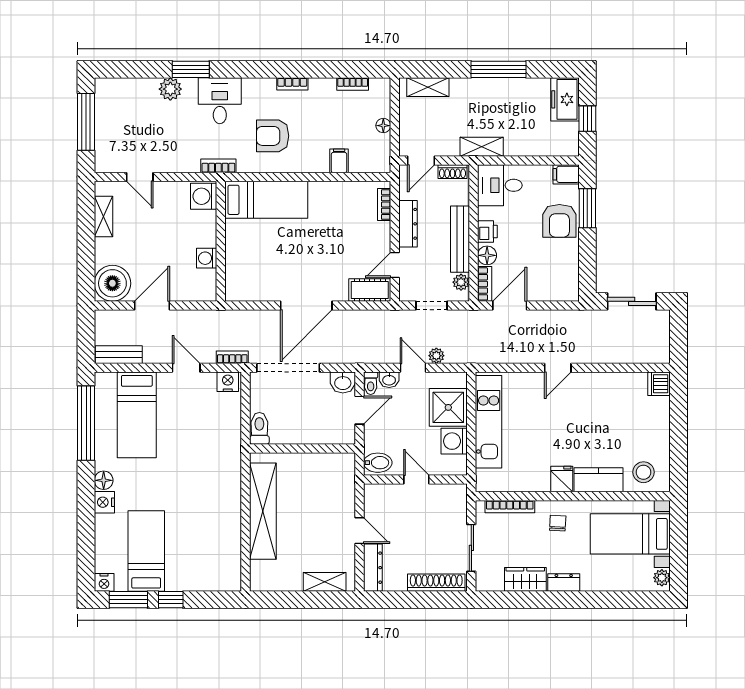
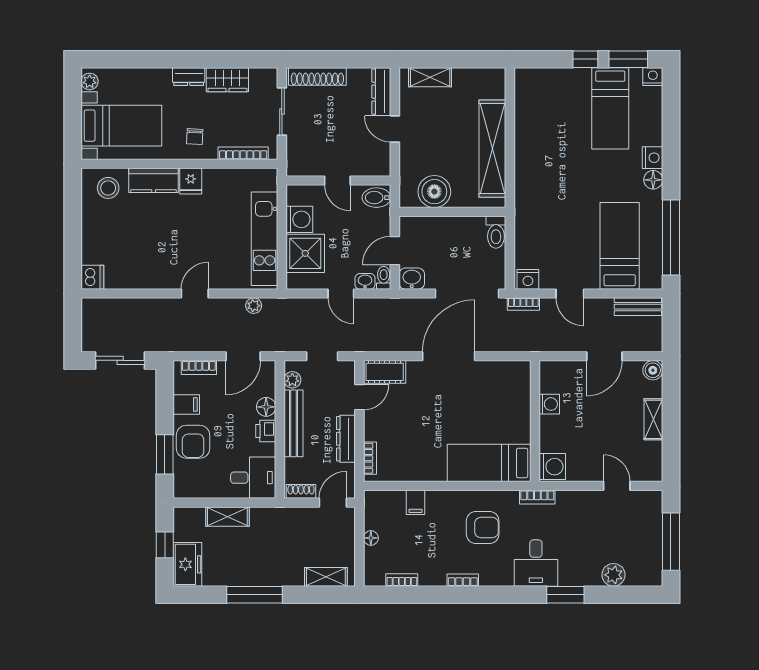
plant: (170, 89) -> (613, 575), moved
shelving: (482, 147) -> (227, 517), moved
filing cabinet: (566, 174) -> (186, 404), moved
shelving: (104, 216) -> (653, 419), moved
armchair: (559, 221) -> (193, 442), turned 180
boiler: (112, 283) -> (653, 370), width x0.54, depth x0.54
bookcase: (485, 284) -> (199, 367), moved, turned -90
plant: (436, 356) -> (254, 306), moved
boiler: (320, 469) -> (434, 192), added

